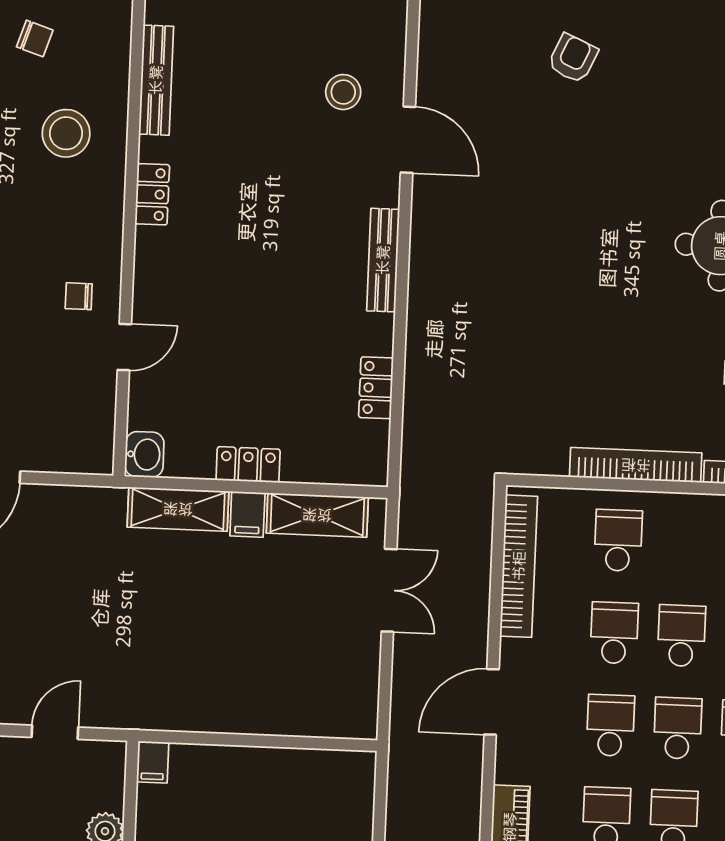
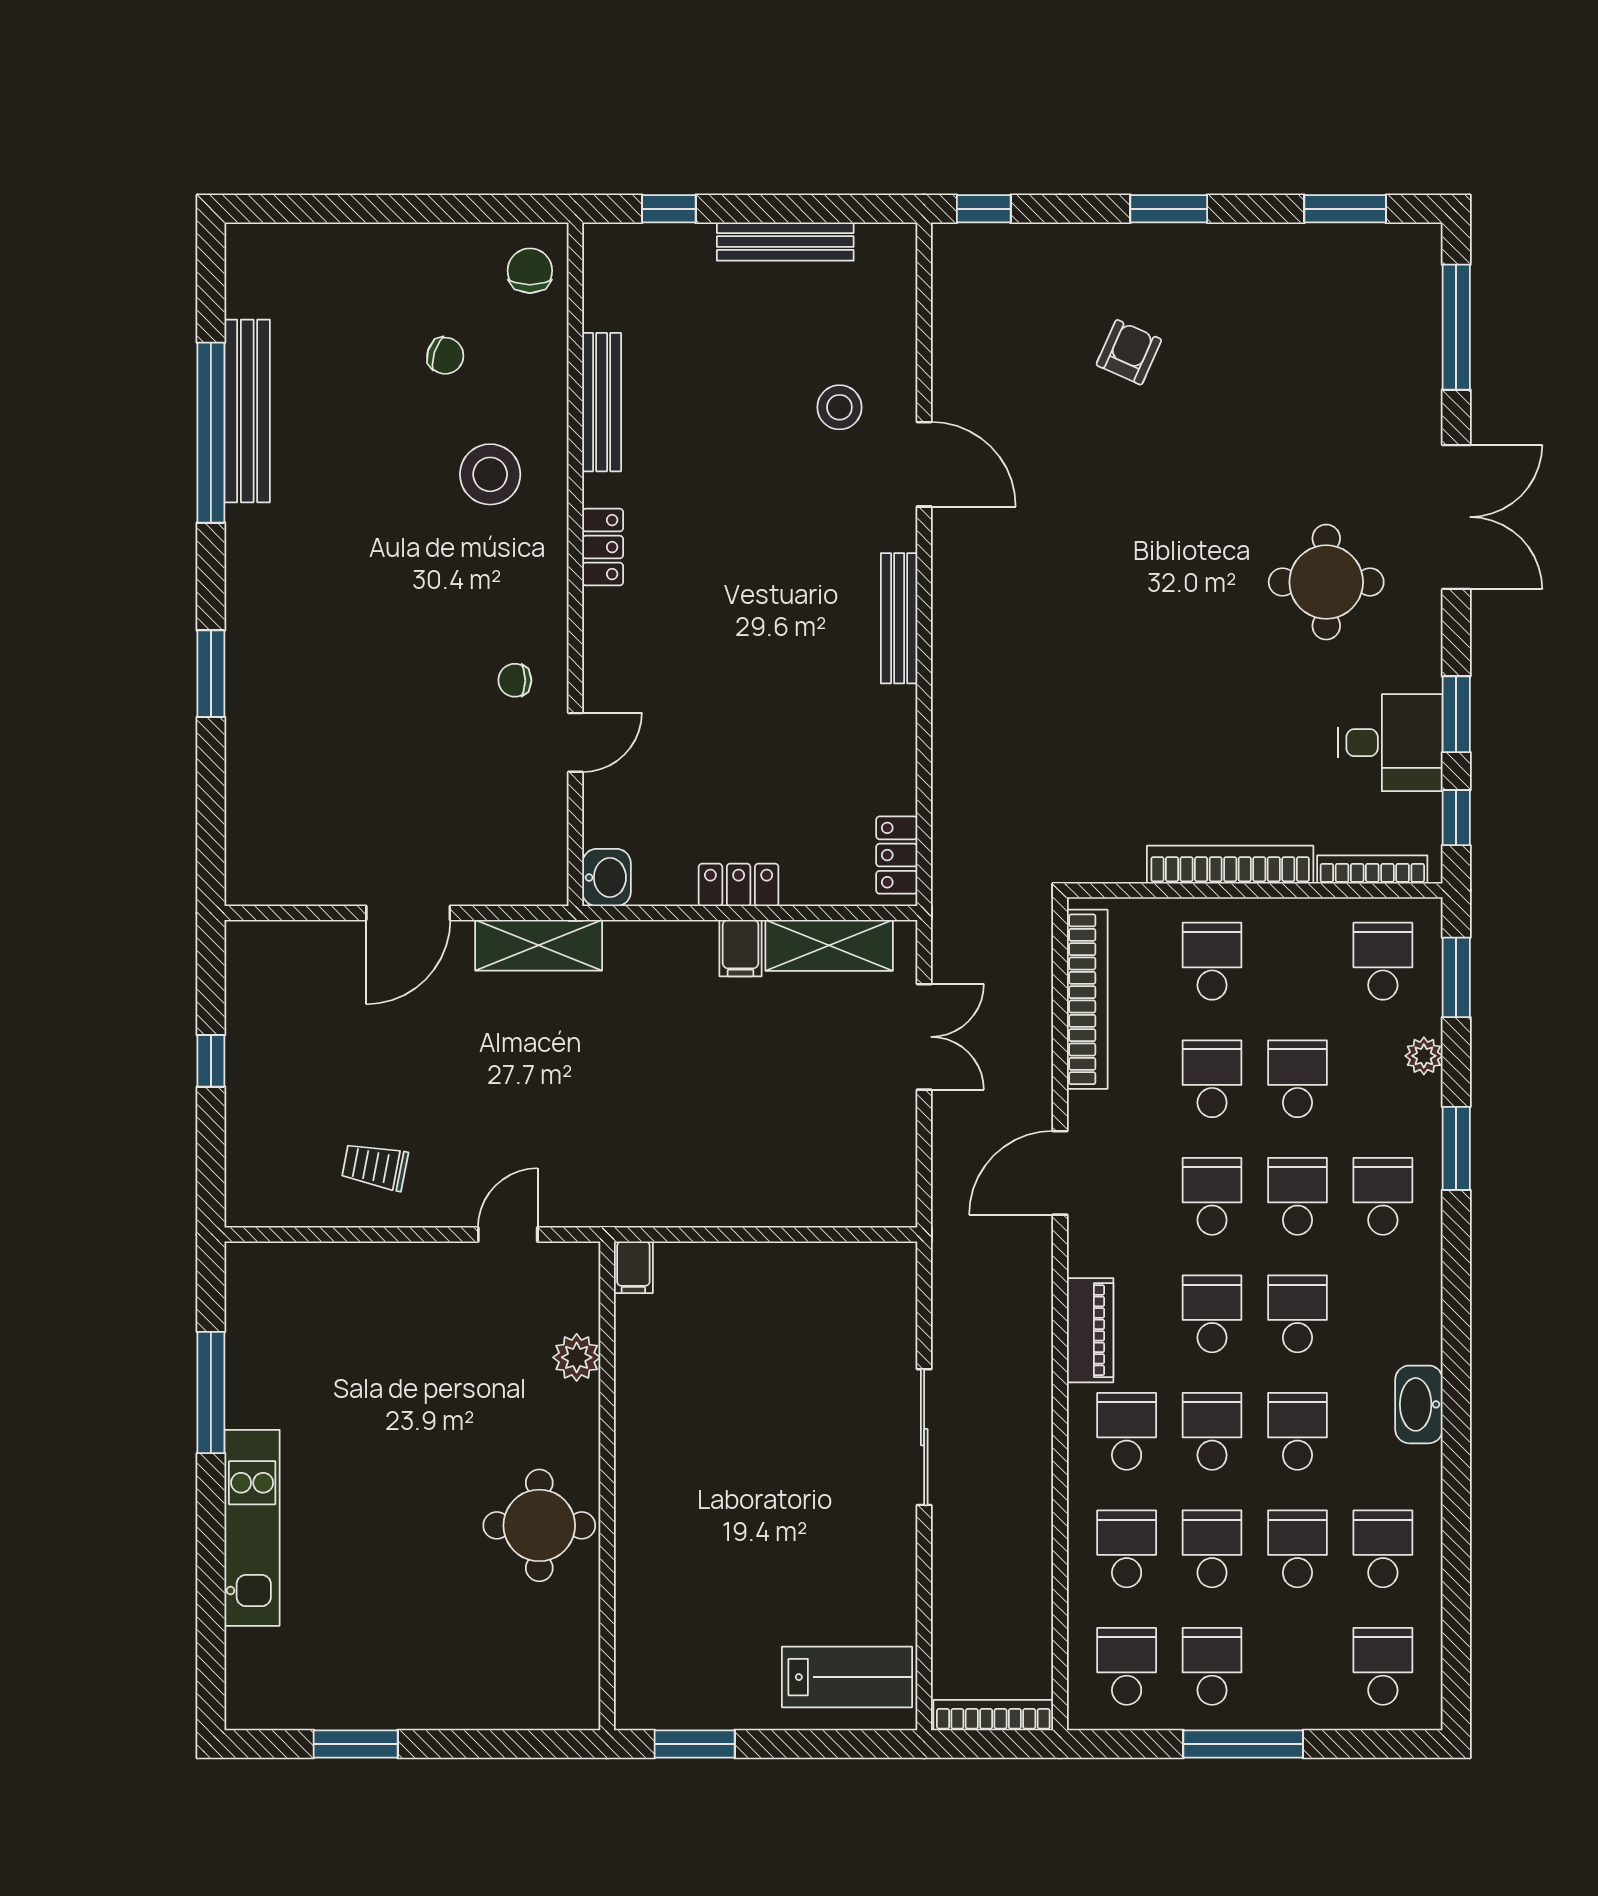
locker: (376, 388) -> (897, 855), moved
shelving: (178, 509) -> (539, 945), moved

